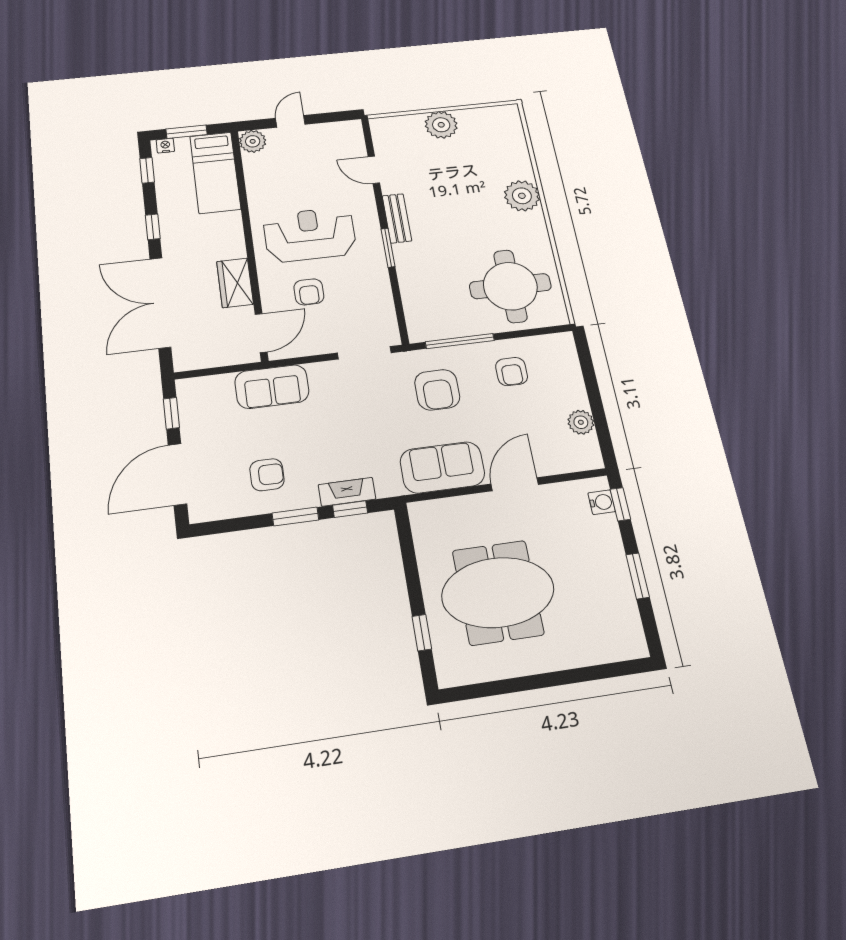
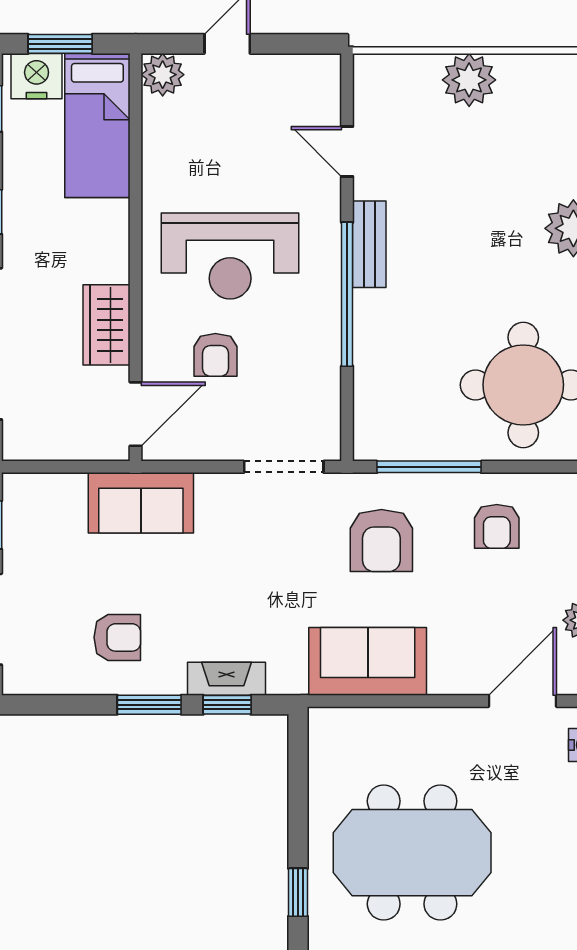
nightstand: (165, 146) -> (37, 76), width x1.89, depth x1.79
reception desk: (310, 235) -> (230, 256), turned 180
window: (388, 248) -> (347, 294), width x2.11
door: (515, 484) -> (522, 701), moved

